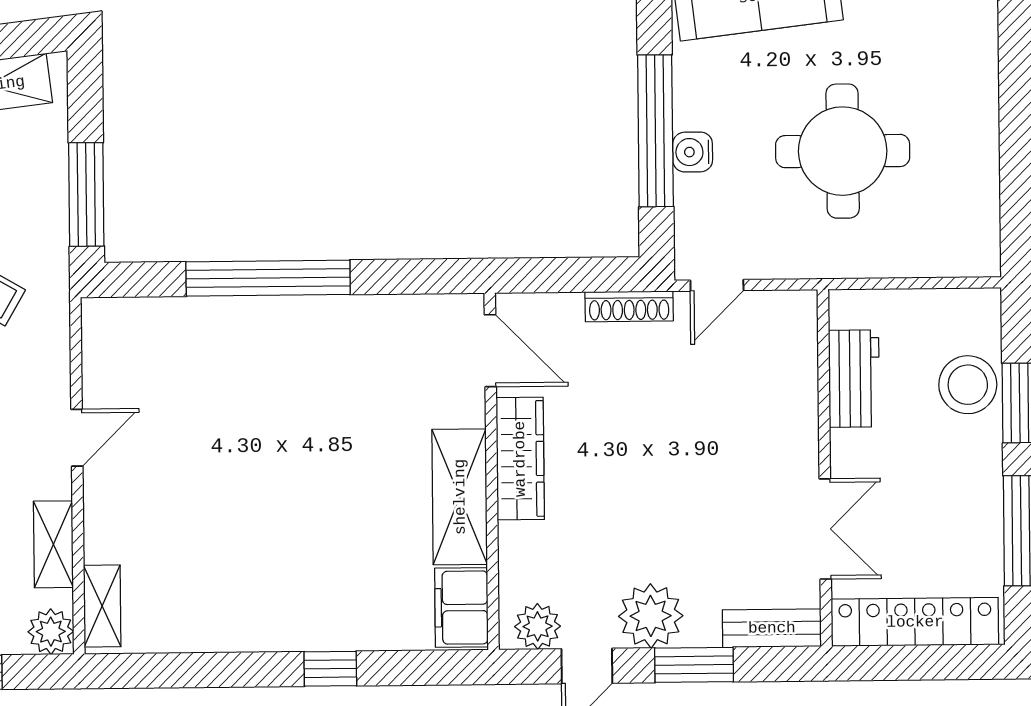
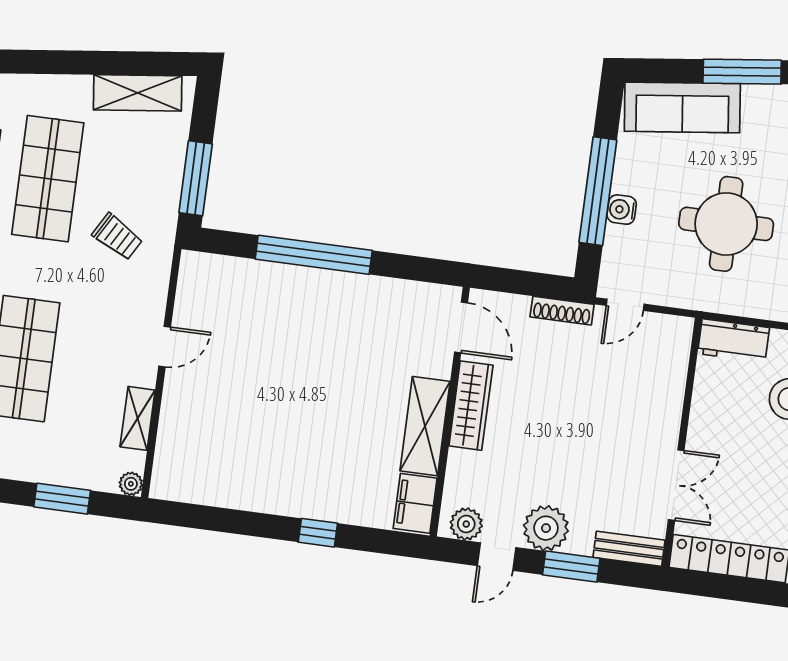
workbench: (854, 379) -> (733, 341), moved, turned 90
shelving: (102, 606) -> (165, 466), removed
plant: (51, 632) -> (131, 484), width x0.73, depth x0.73

